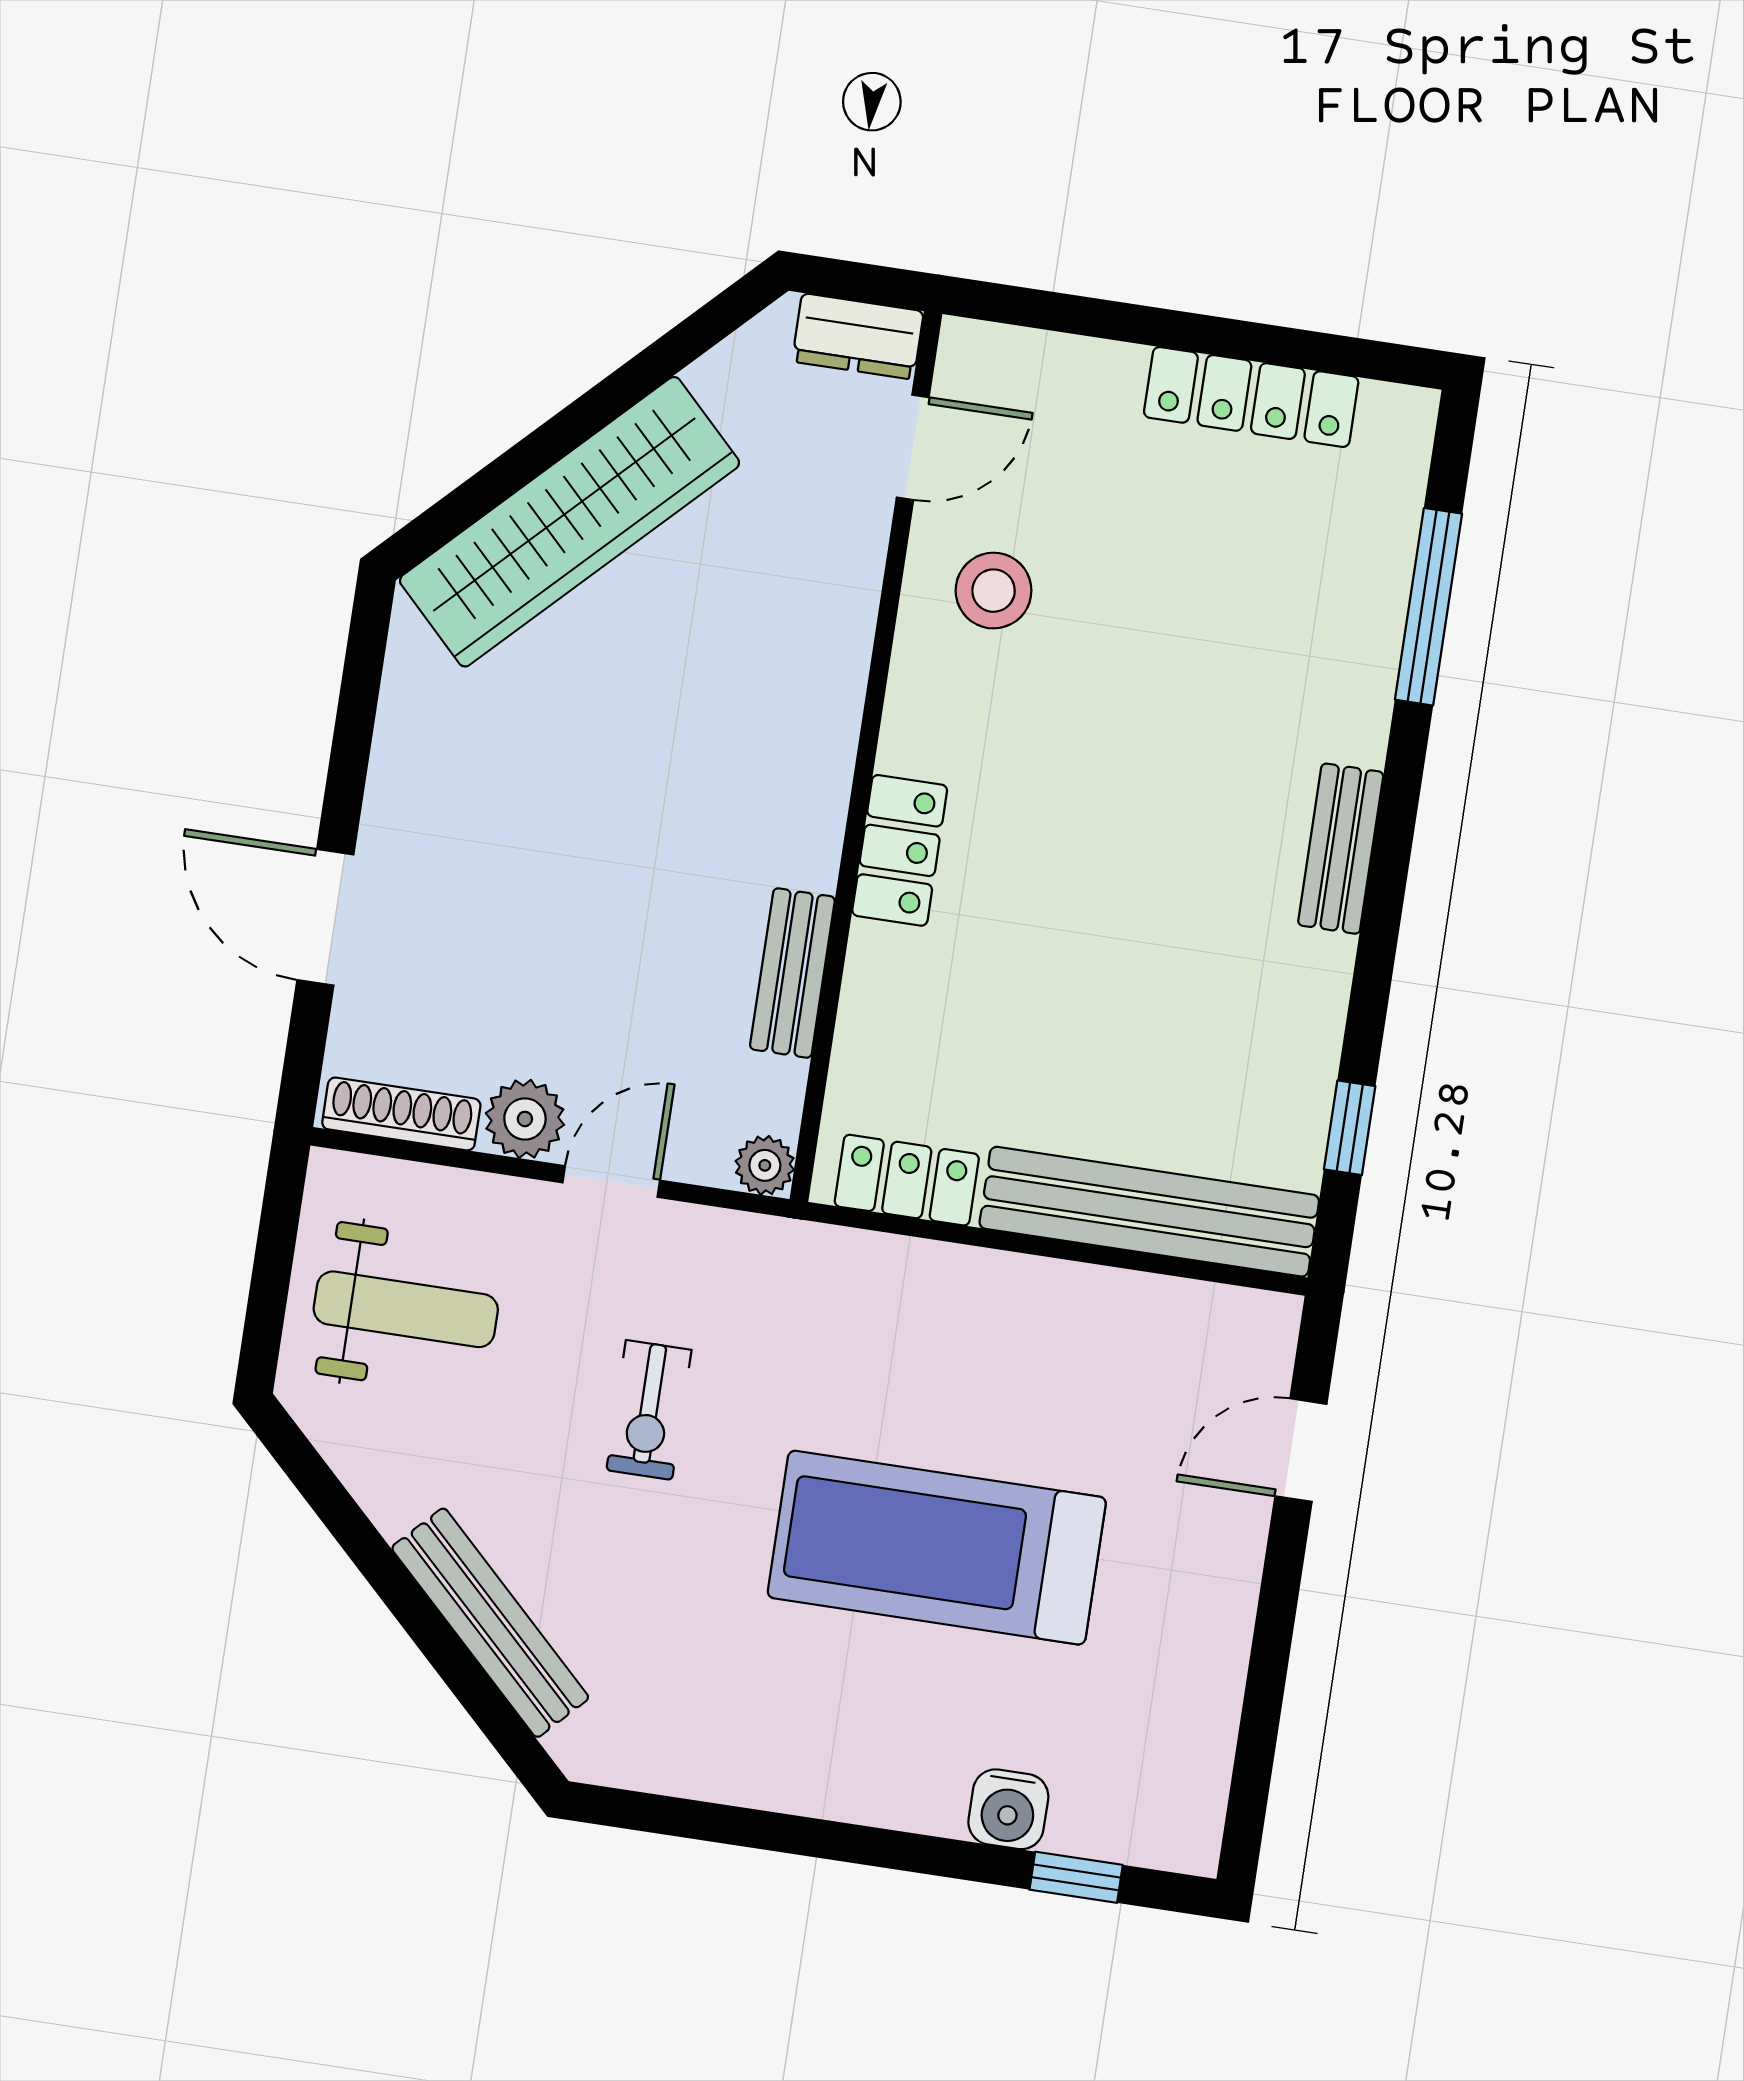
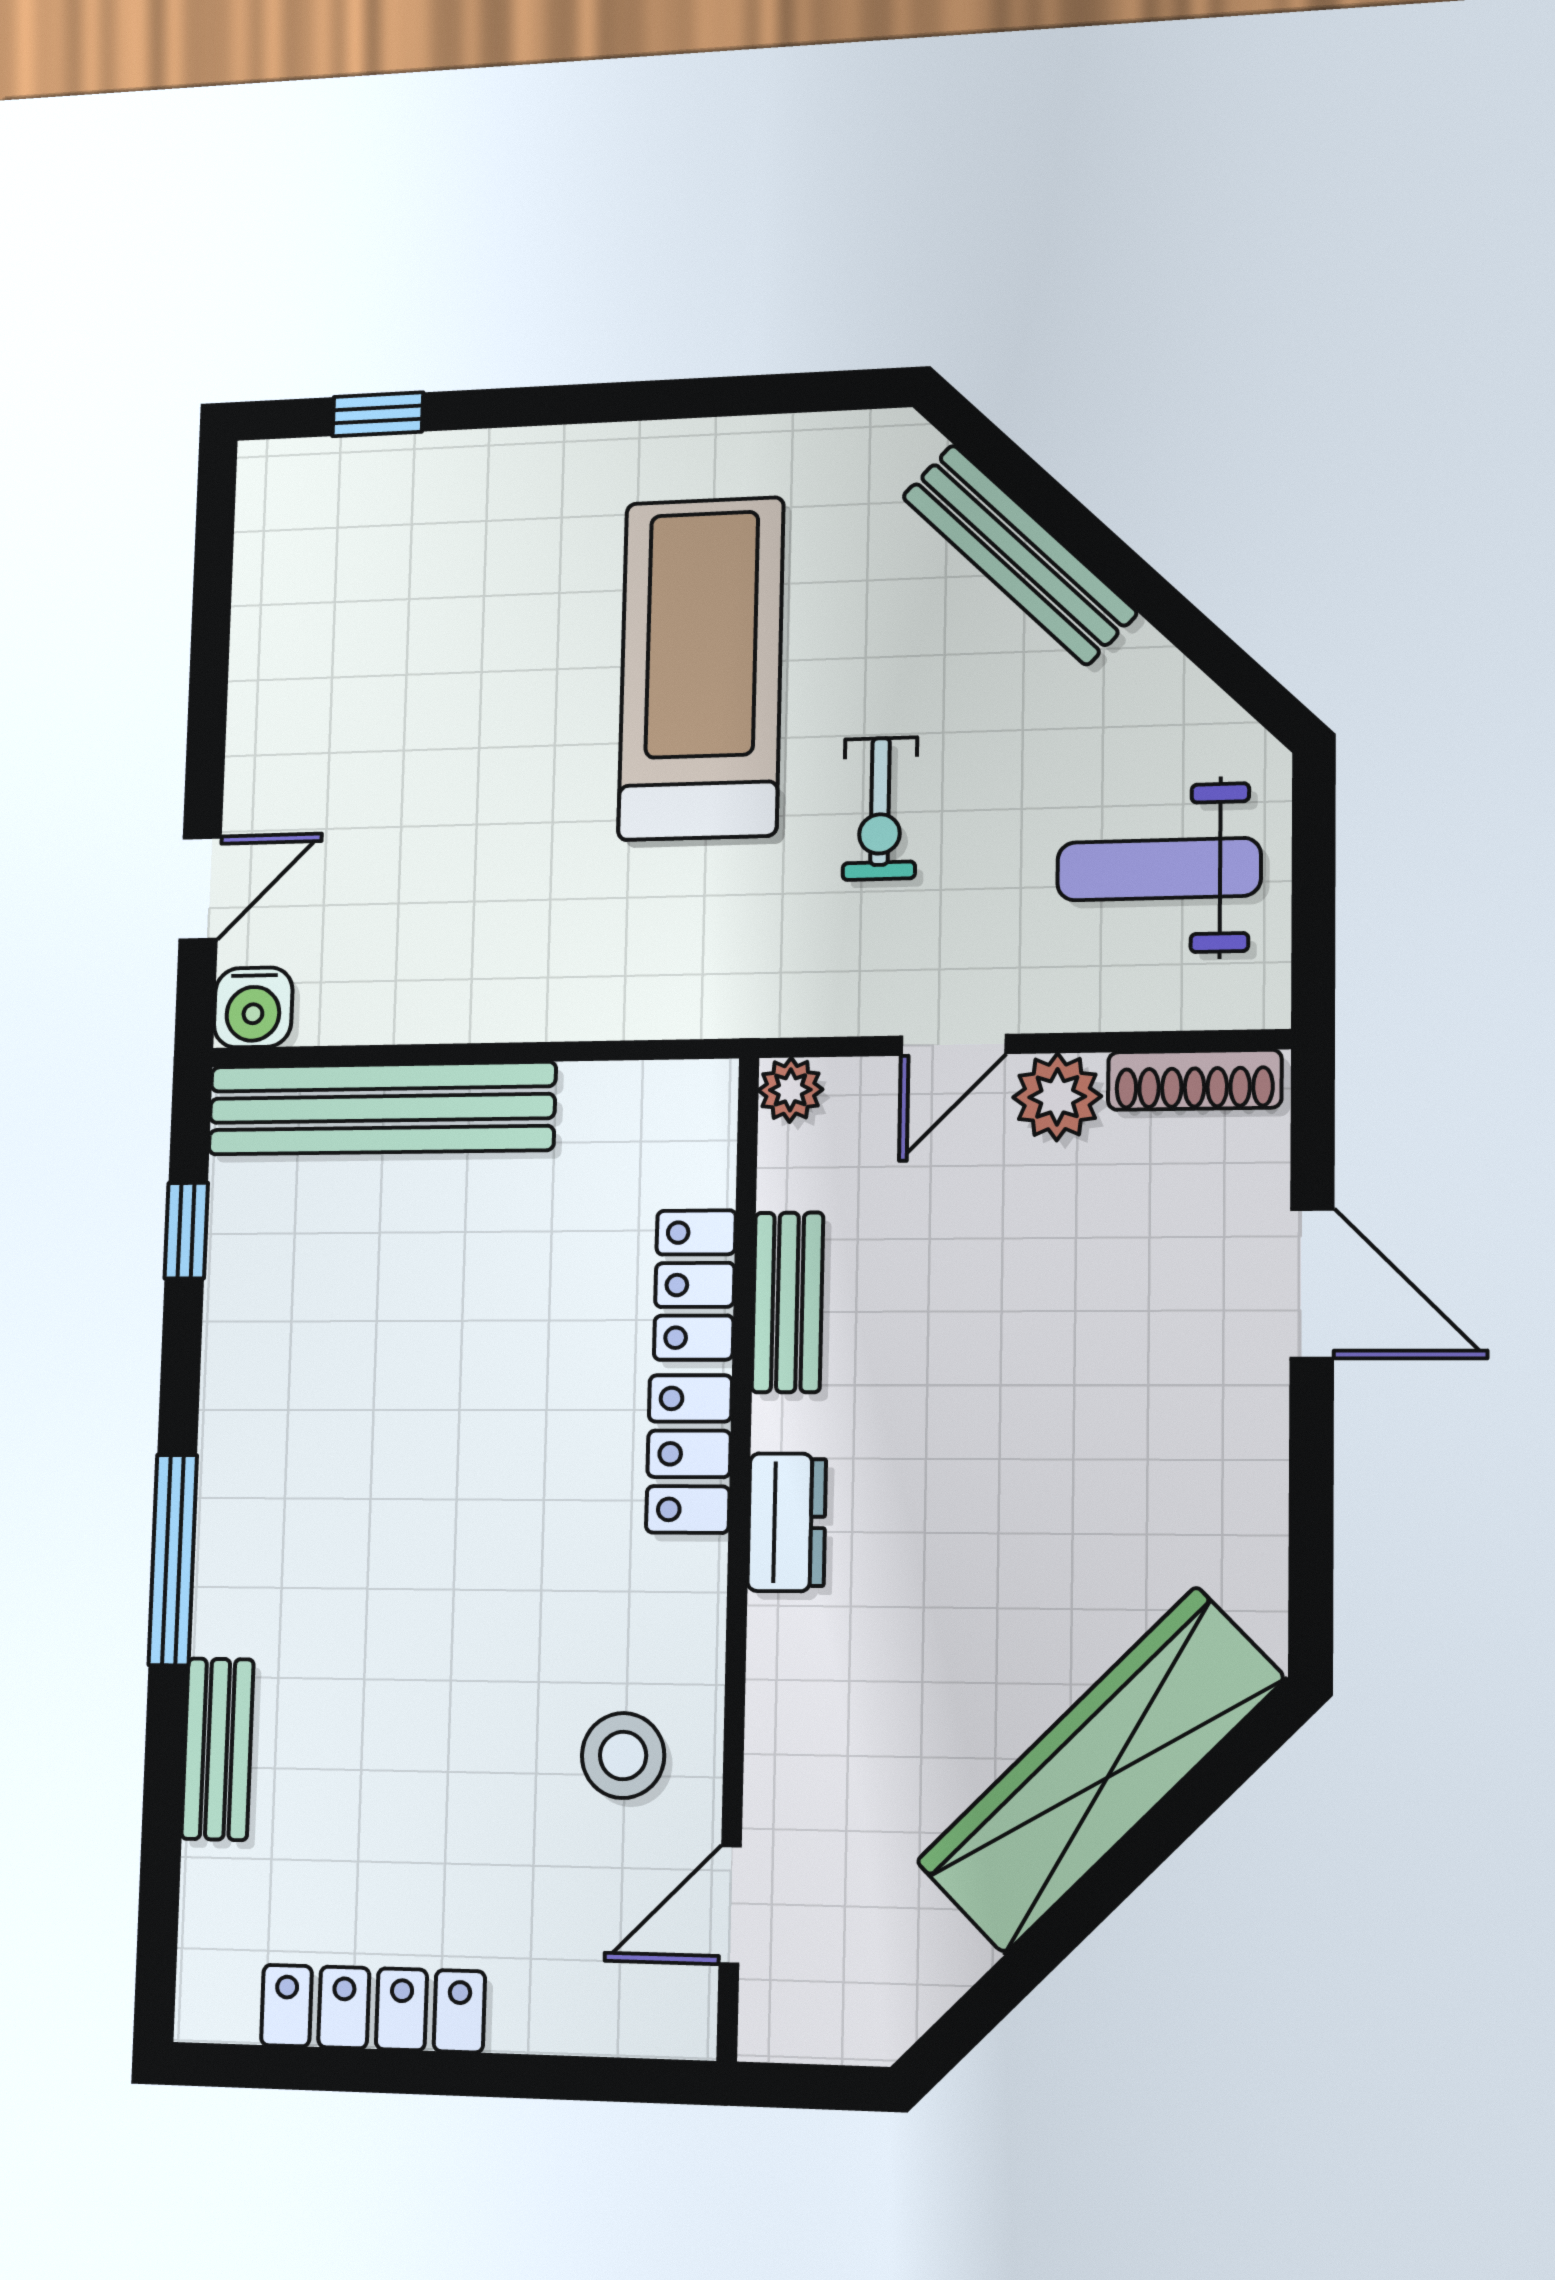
dresser: (858, 336) -> (787, 1522), moved, turned 90
window: (1428, 607) -> (173, 1560), moved
bench: (1341, 849) -> (218, 1749), moved
locker: (907, 1180) -> (695, 1285), moved, turned 90
exercise bike: (649, 1410) -> (880, 809), turned 180
treadmill: (937, 1548) -> (701, 668), moved, turned -90
water cooler: (1008, 1809) -> (253, 1007), moved, turned 180

